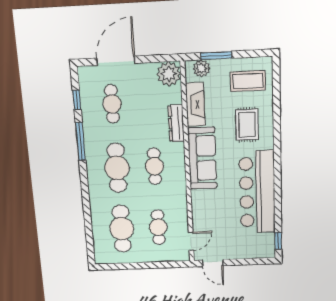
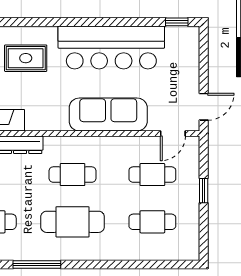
sofa: (202, 158) -> (108, 115), moved
cafe table: (122, 229) -> (152, 222), width x0.73, depth x0.74
door: (191, 241) -> (173, 133), swing flipped
window: (148, 265) -> (204, 191), added

